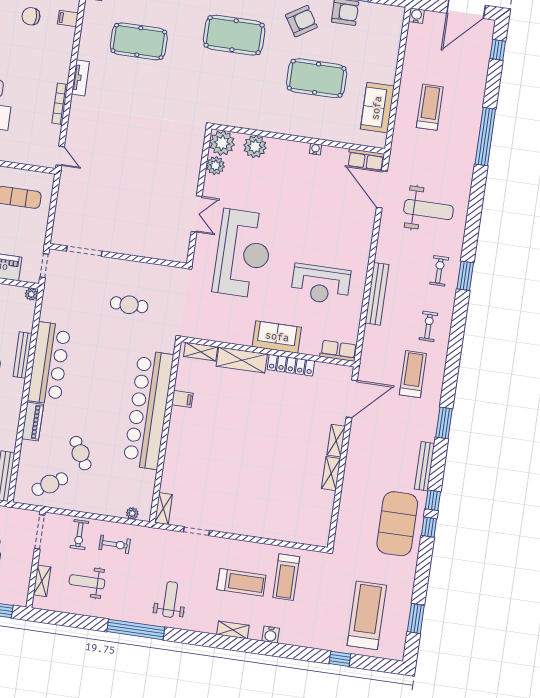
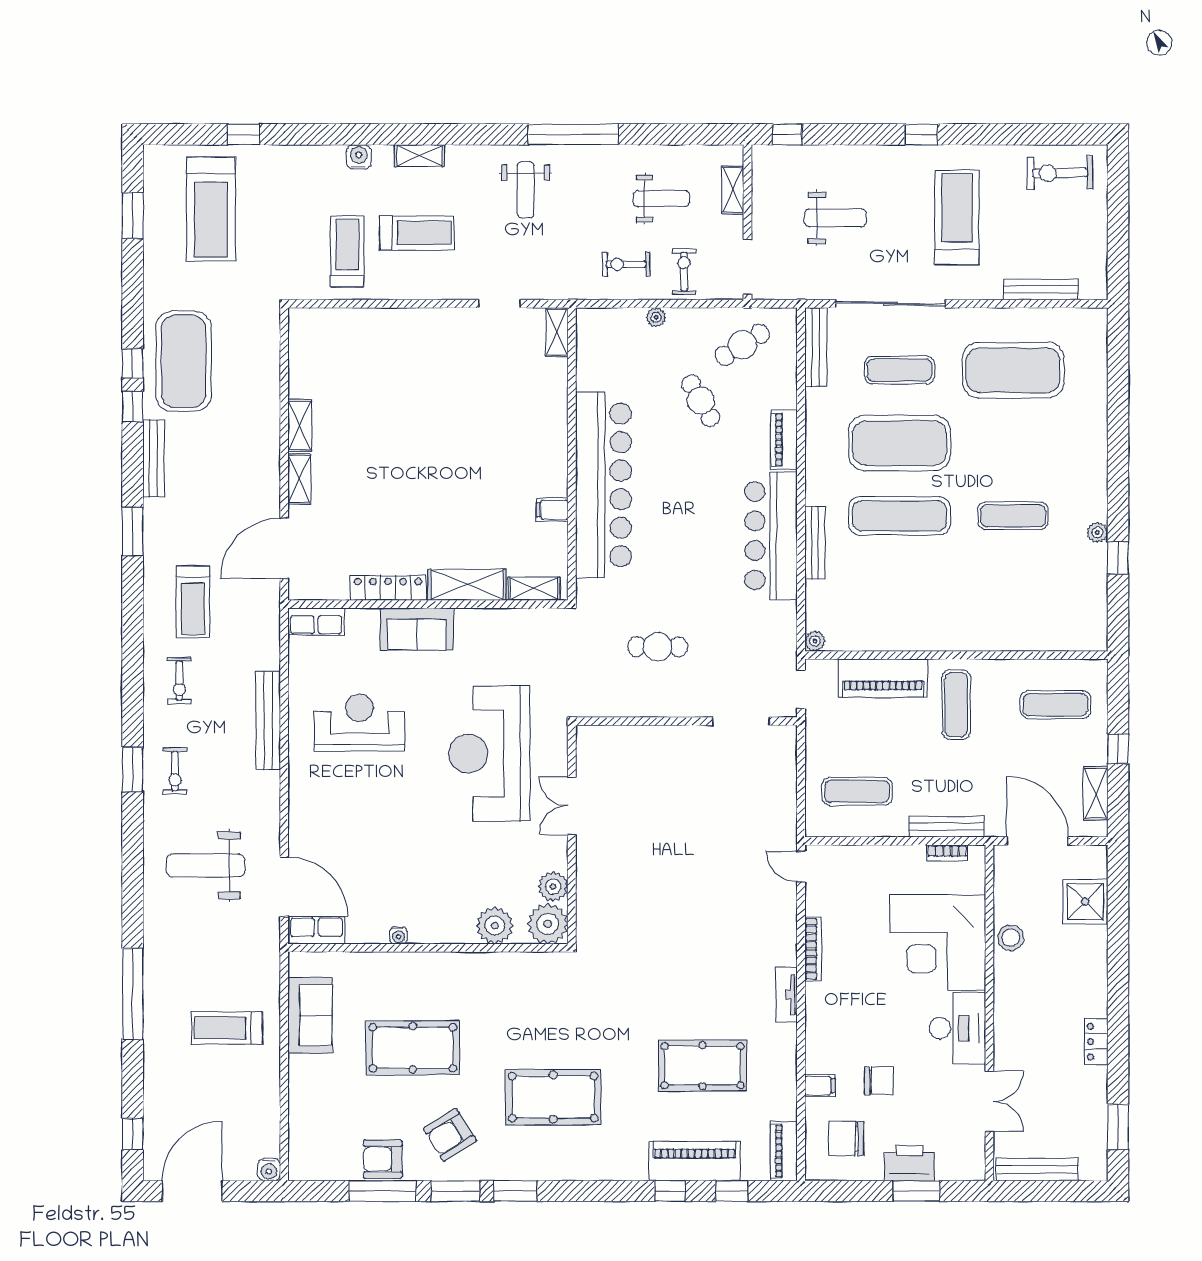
treadmill: (430, 107) -> (227, 1028), turned 90
plant: (132, 513) -> (656, 317), moved
treadmill: (241, 582) -> (417, 233), turned 180

